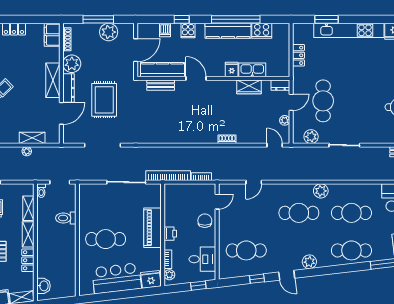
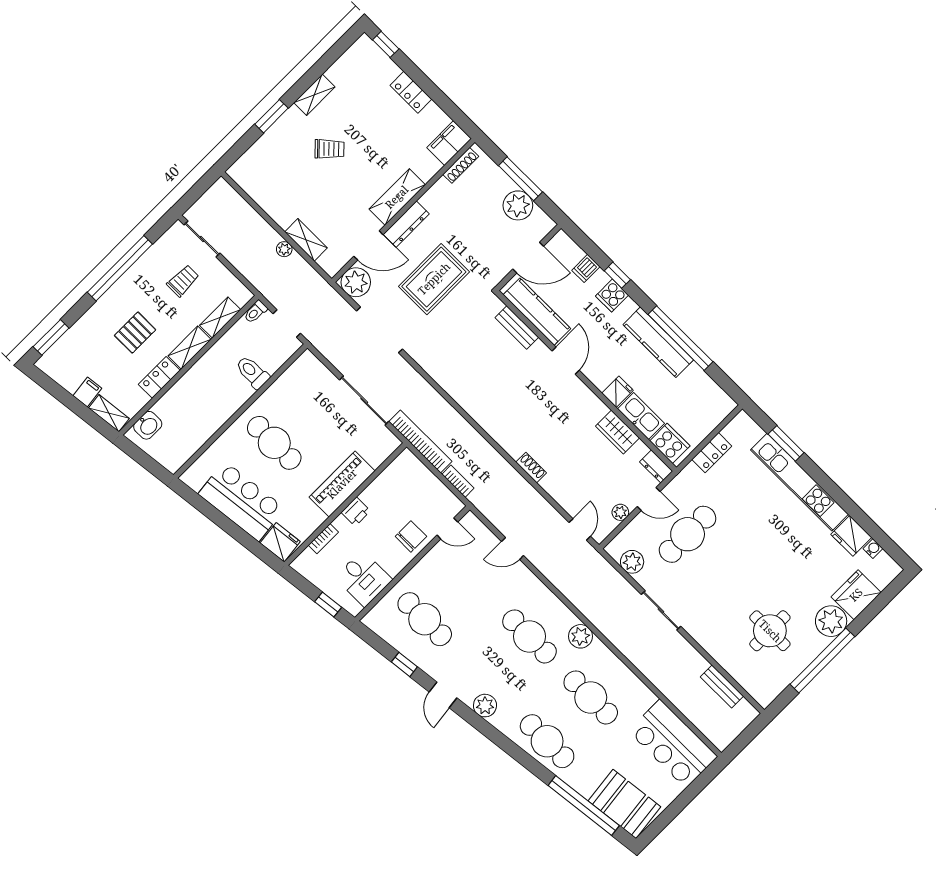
cooker: (262, 31) -> (670, 443), moved, turned 180
plant: (72, 64) -> (356, 282), moved
plant: (169, 275) -> (307, 558), removed

